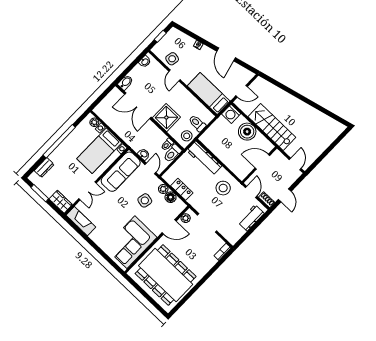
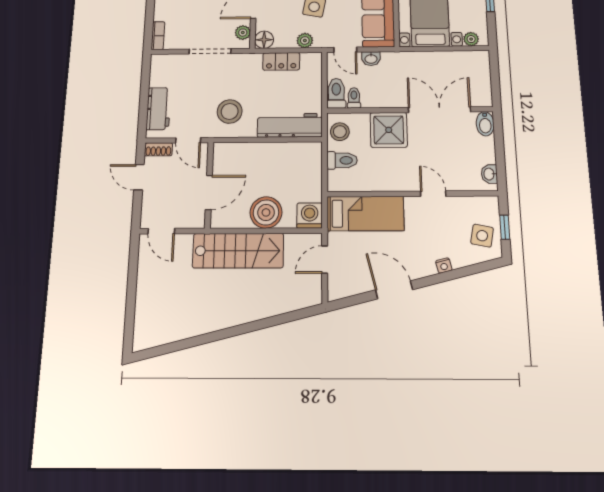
side table: (172, 59) -> (482, 236), moved
floor lamp: (171, 197) -> (264, 40), moved

